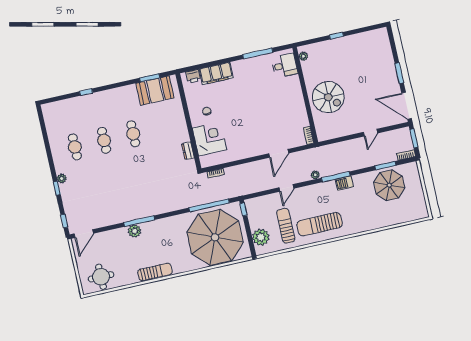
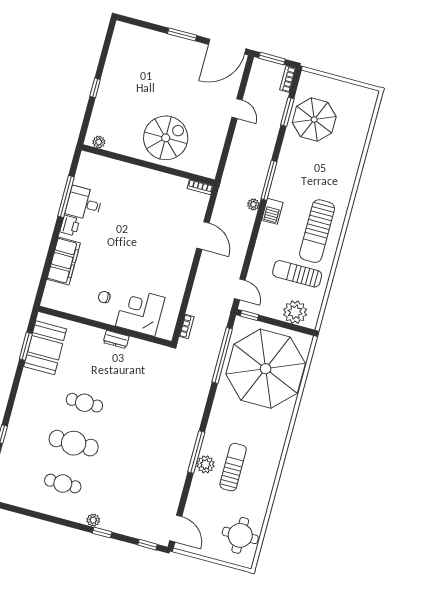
desk: (285, 65) -> (84, 203), moved, turned -90
printer: (193, 76) -> (70, 225), moved
cafe table: (104, 140) -> (74, 443), width x1.37, depth x1.35
dresser: (188, 151) -> (116, 339), moved
barbecue: (344, 183) -> (272, 211), moved
door: (286, 188) -> (240, 289), moved
sun lounger: (155, 272) -> (233, 467), moved

